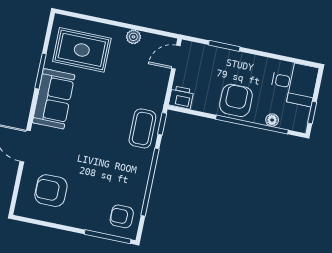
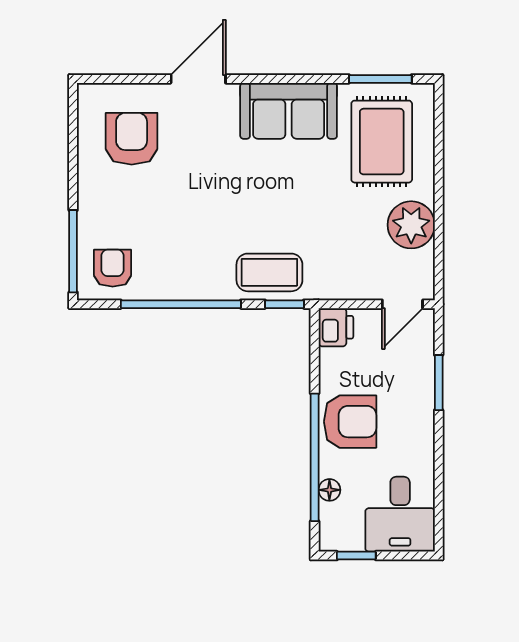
plant: (133, 37) -> (411, 225), width x1.87, depth x1.87
door: (176, 57) -> (402, 304), swing flipped
window: (41, 71) -> (380, 79), moved

